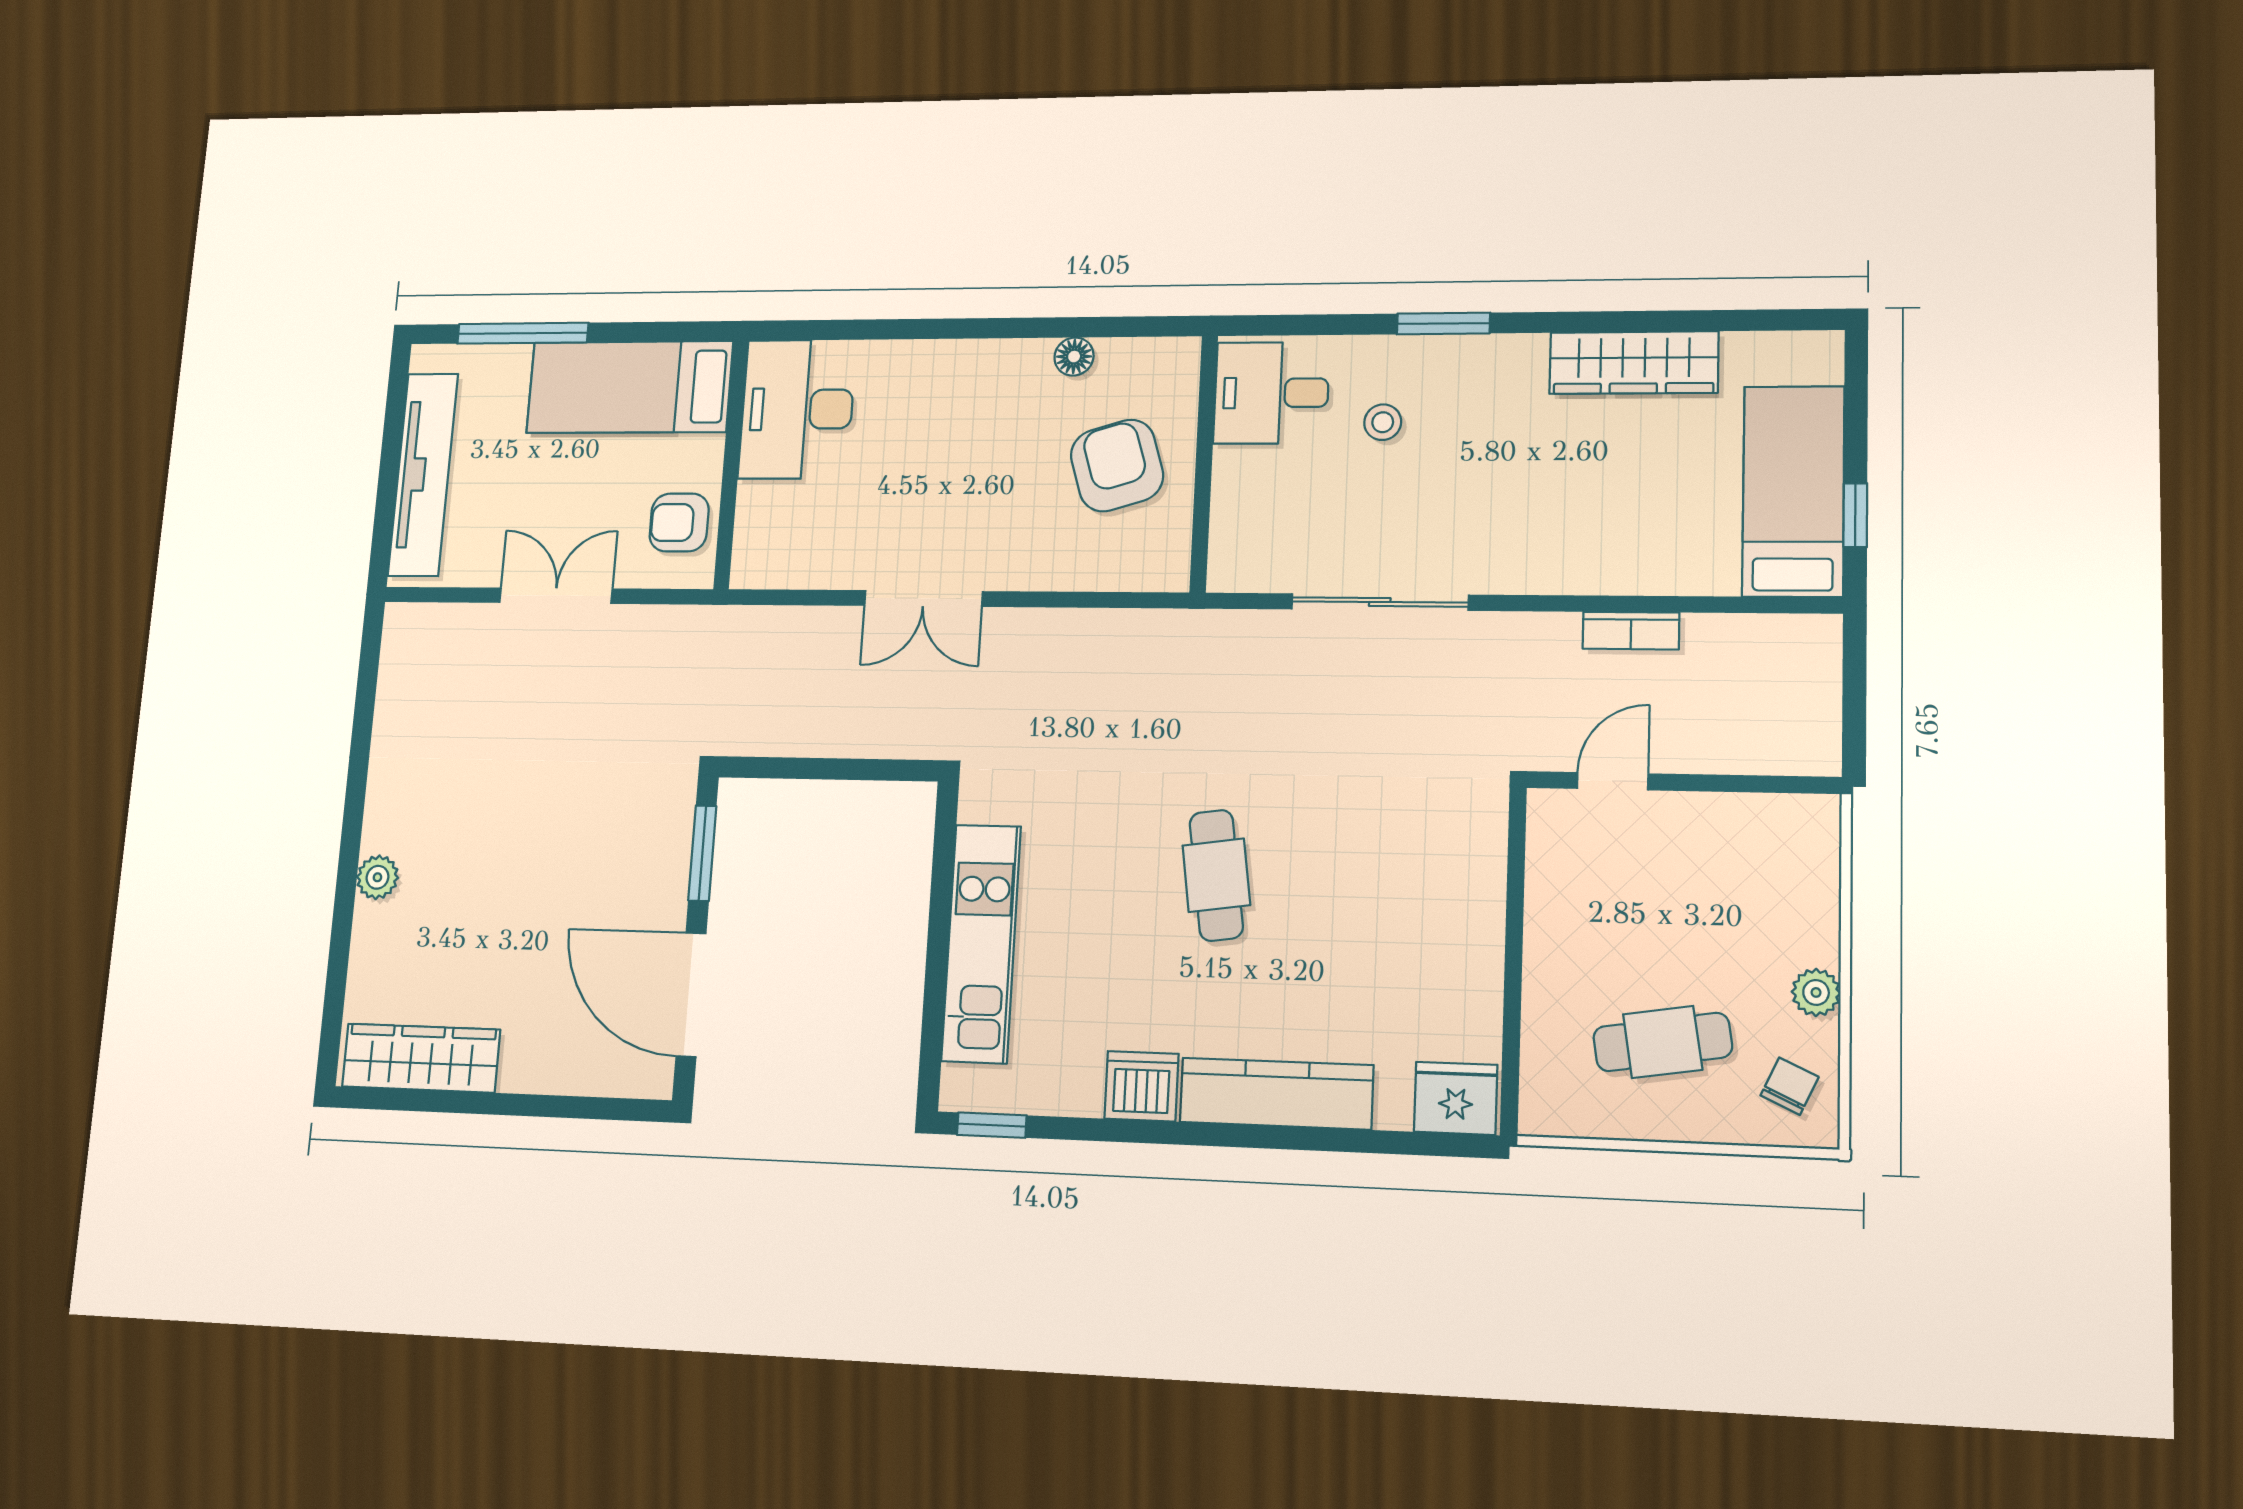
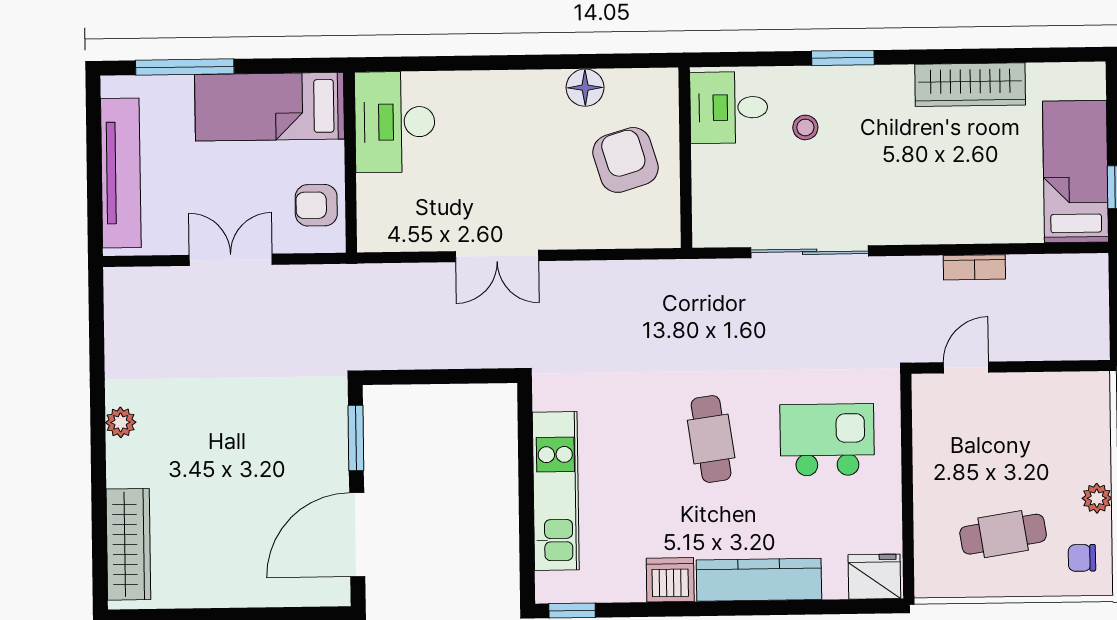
floor lamp: (1074, 357) -> (585, 88), width x1.37, depth x1.37
plant: (377, 877) -> (121, 422), moved
kitchen island: (1392, 883) -> (827, 440), added
door: (691, 995) -> (357, 535), hinge flipped
wardrobe: (421, 1058) -> (128, 544), moved, turned 90
chair: (1789, 1086) -> (1082, 558), turned -115

